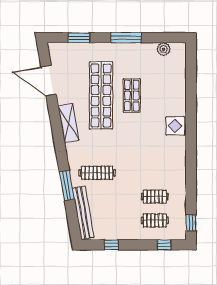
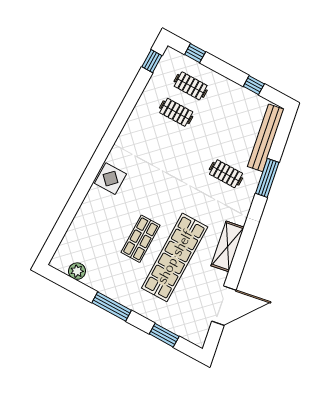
door: (49, 81) -> (224, 306), hinge flipped
clothes rail: (97, 173) -> (226, 174), width x0.73

